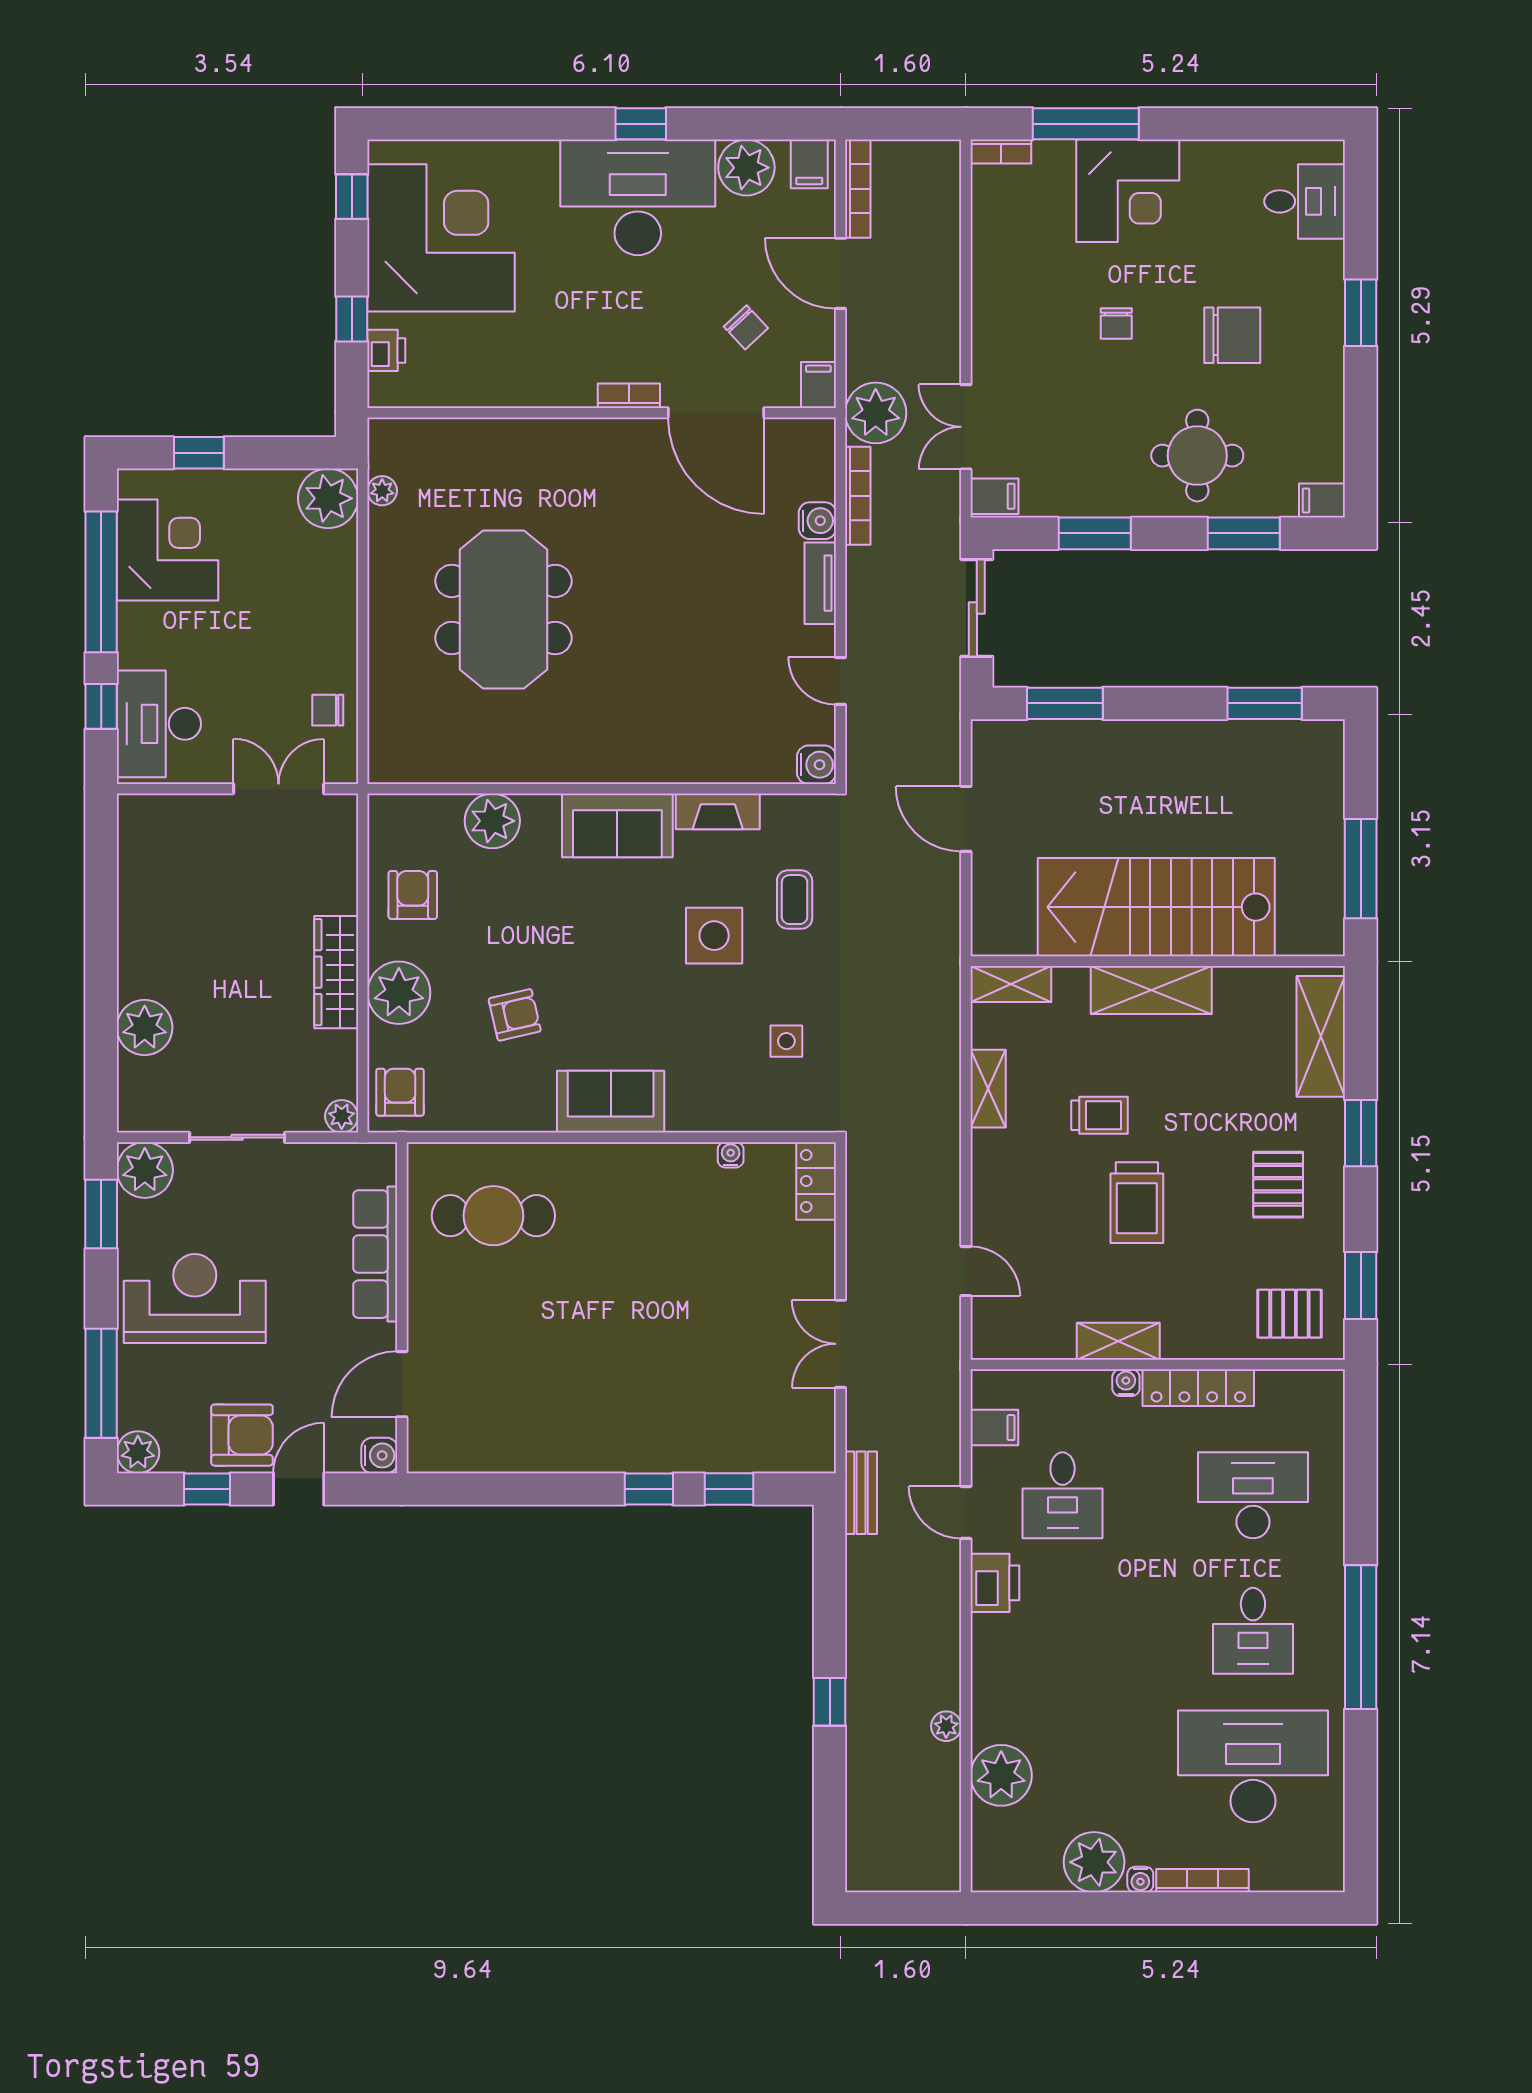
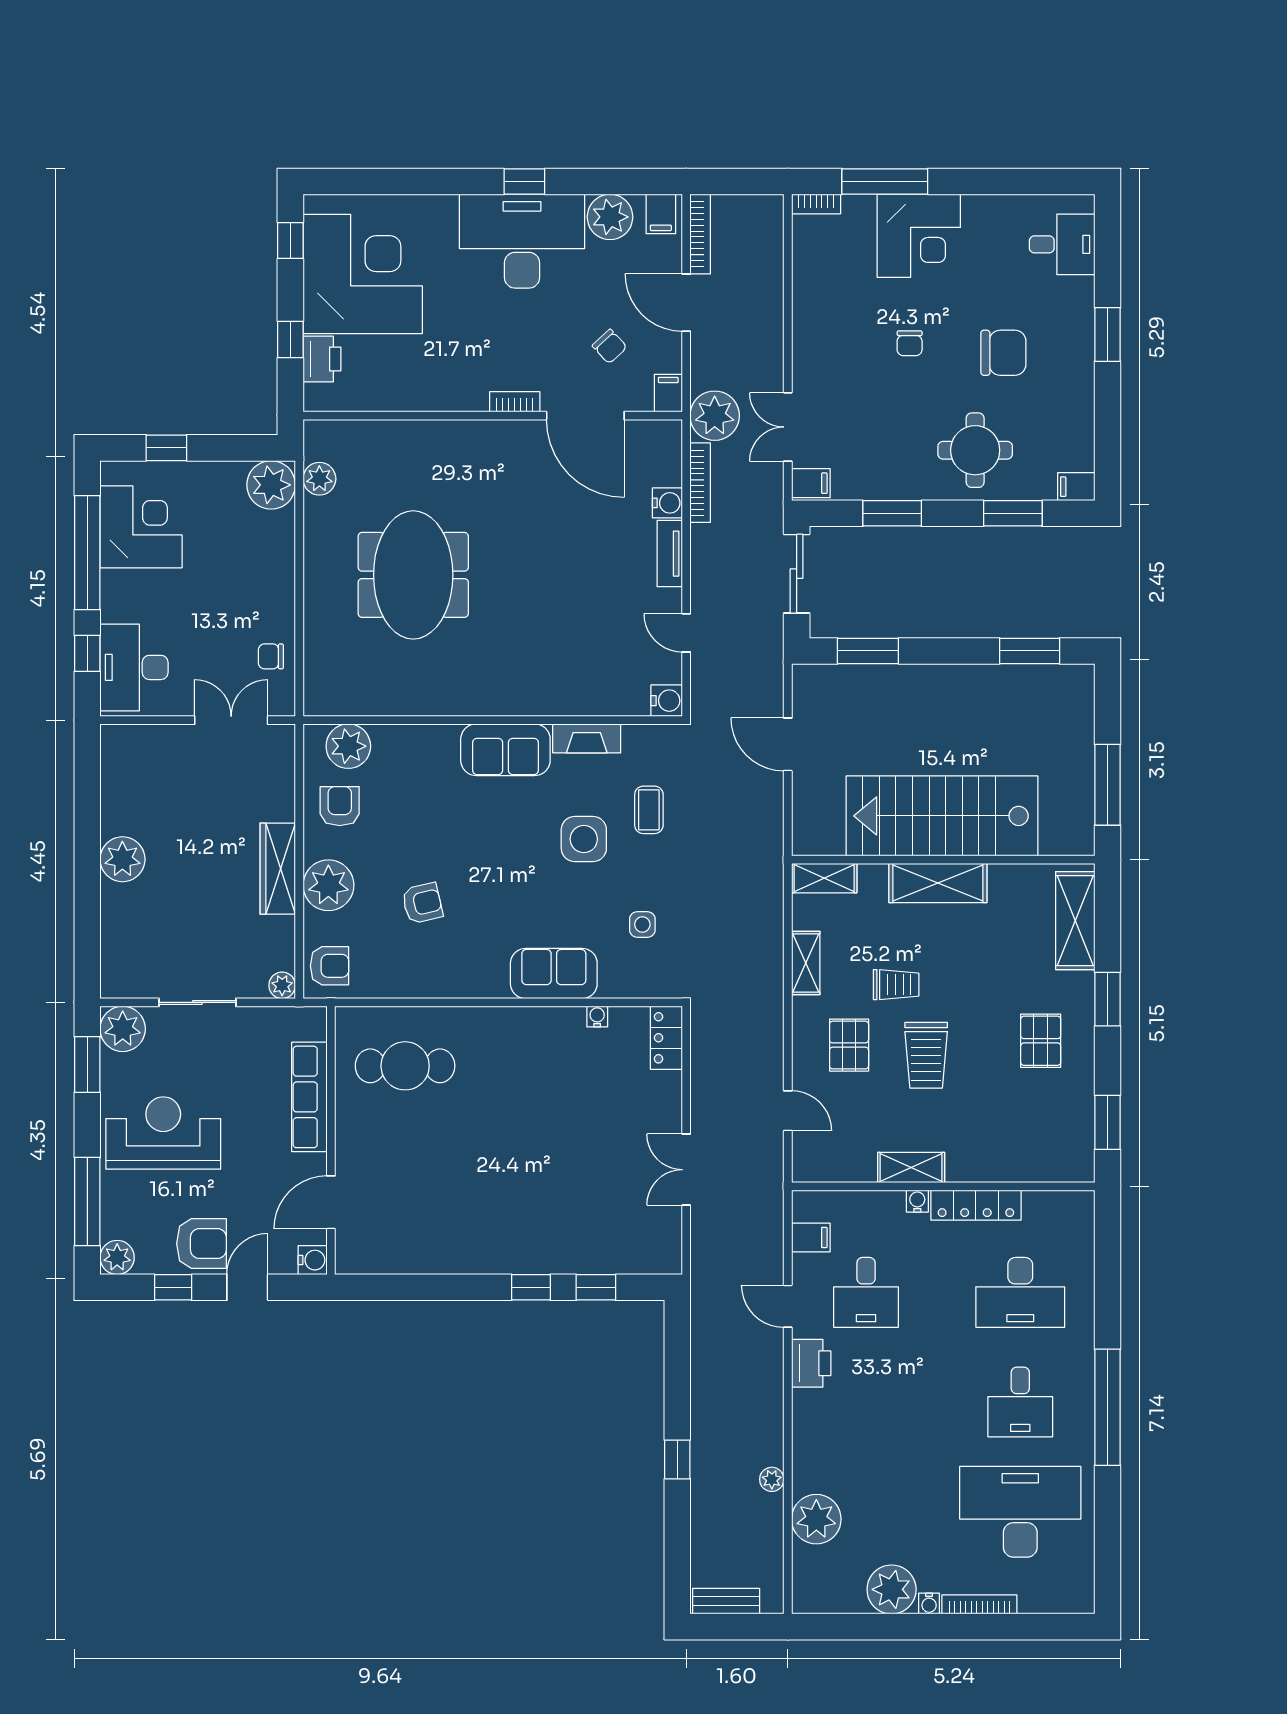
printer: (386, 350) -> (322, 359), width x1.36, depth x1.24
plant: (382, 491) -> (319, 479), width x1.38, depth x1.38
plant: (492, 821) -> (348, 746), moved
plant: (145, 1027) -> (122, 859), moved
armchair: (400, 1092) -> (329, 966), turned 90
sofa: (611, 1102) -> (554, 974), moved
pallet: (1289, 1314) -> (849, 1045), moved, turned 90
bench: (861, 1493) -> (726, 1601), moved, turned 90
desk: (1253, 1495) -> (1020, 1292), turned 180

